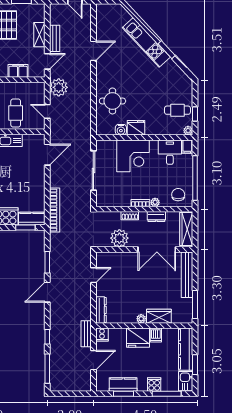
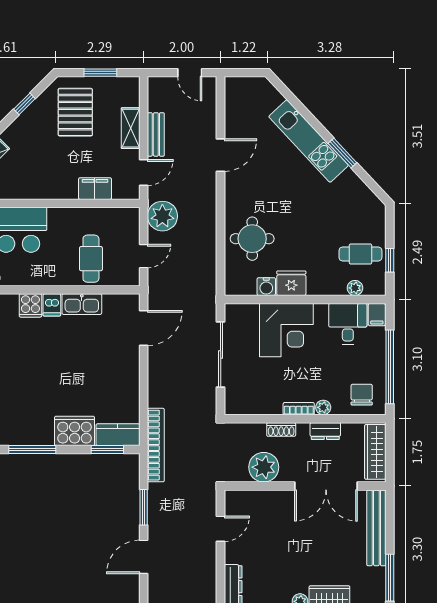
door: (47, 111) -> (144, 256), swing flipped
plant: (188, 131) -> (355, 288), moved
bookcase: (55, 210) -> (156, 445), moved

